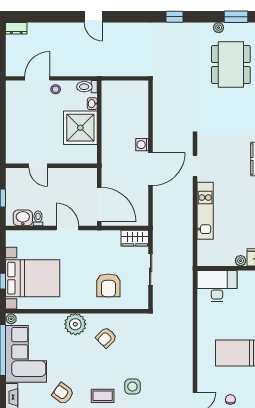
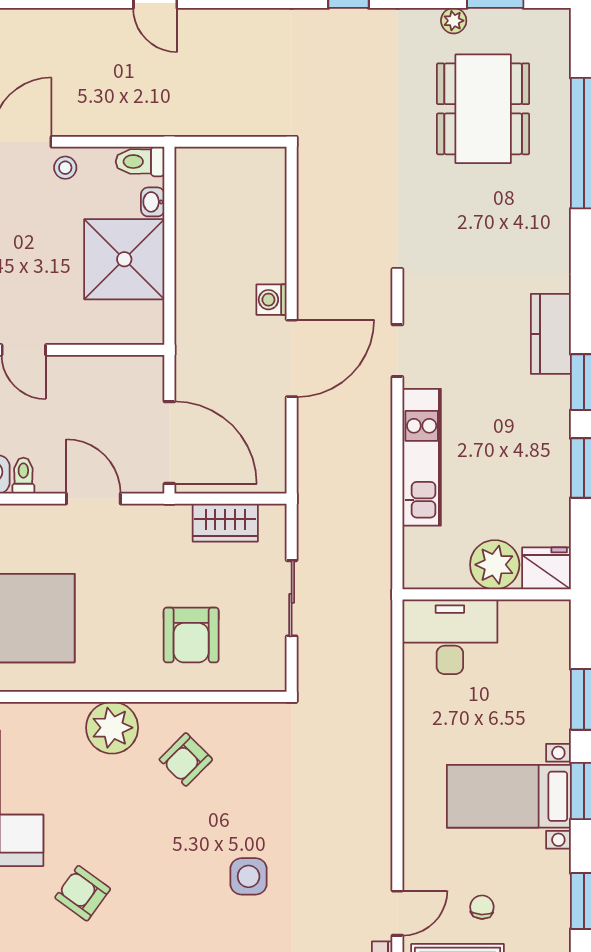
wardrobe: (135, 238) -> (225, 523), moved
plant: (241, 261) -> (495, 565), width x1.88, depth x1.88
coffee table: (103, 396) -> (177, 898), removed

